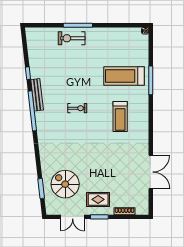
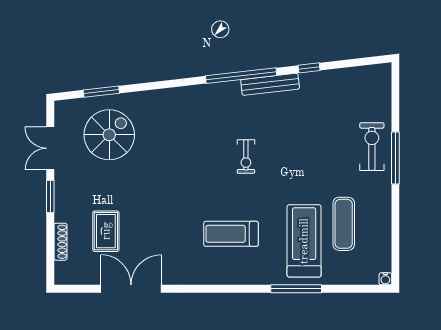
exercise mat: (115, 54) -> (344, 224), added
double door: (151, 172) -> (131, 289), swing flipped
rug: (98, 199) -> (106, 231), moved

